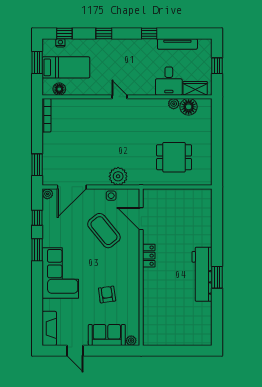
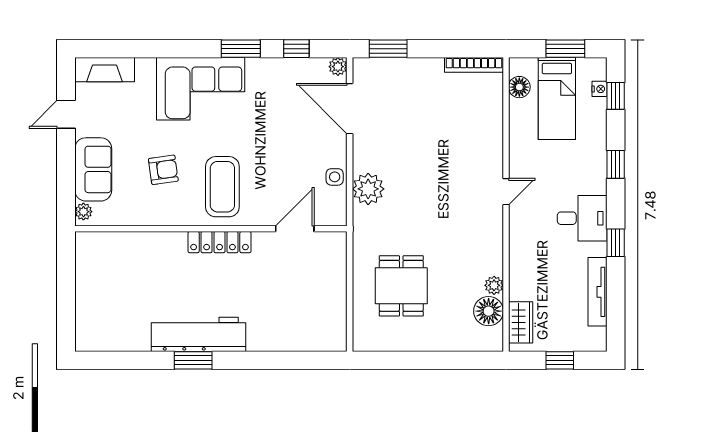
desk: (169, 81) -> (582, 218), moved, turned 180
coffee table: (104, 231) -> (222, 187), moved, turned -51
locker: (149, 256) -> (220, 242), width x1.53

